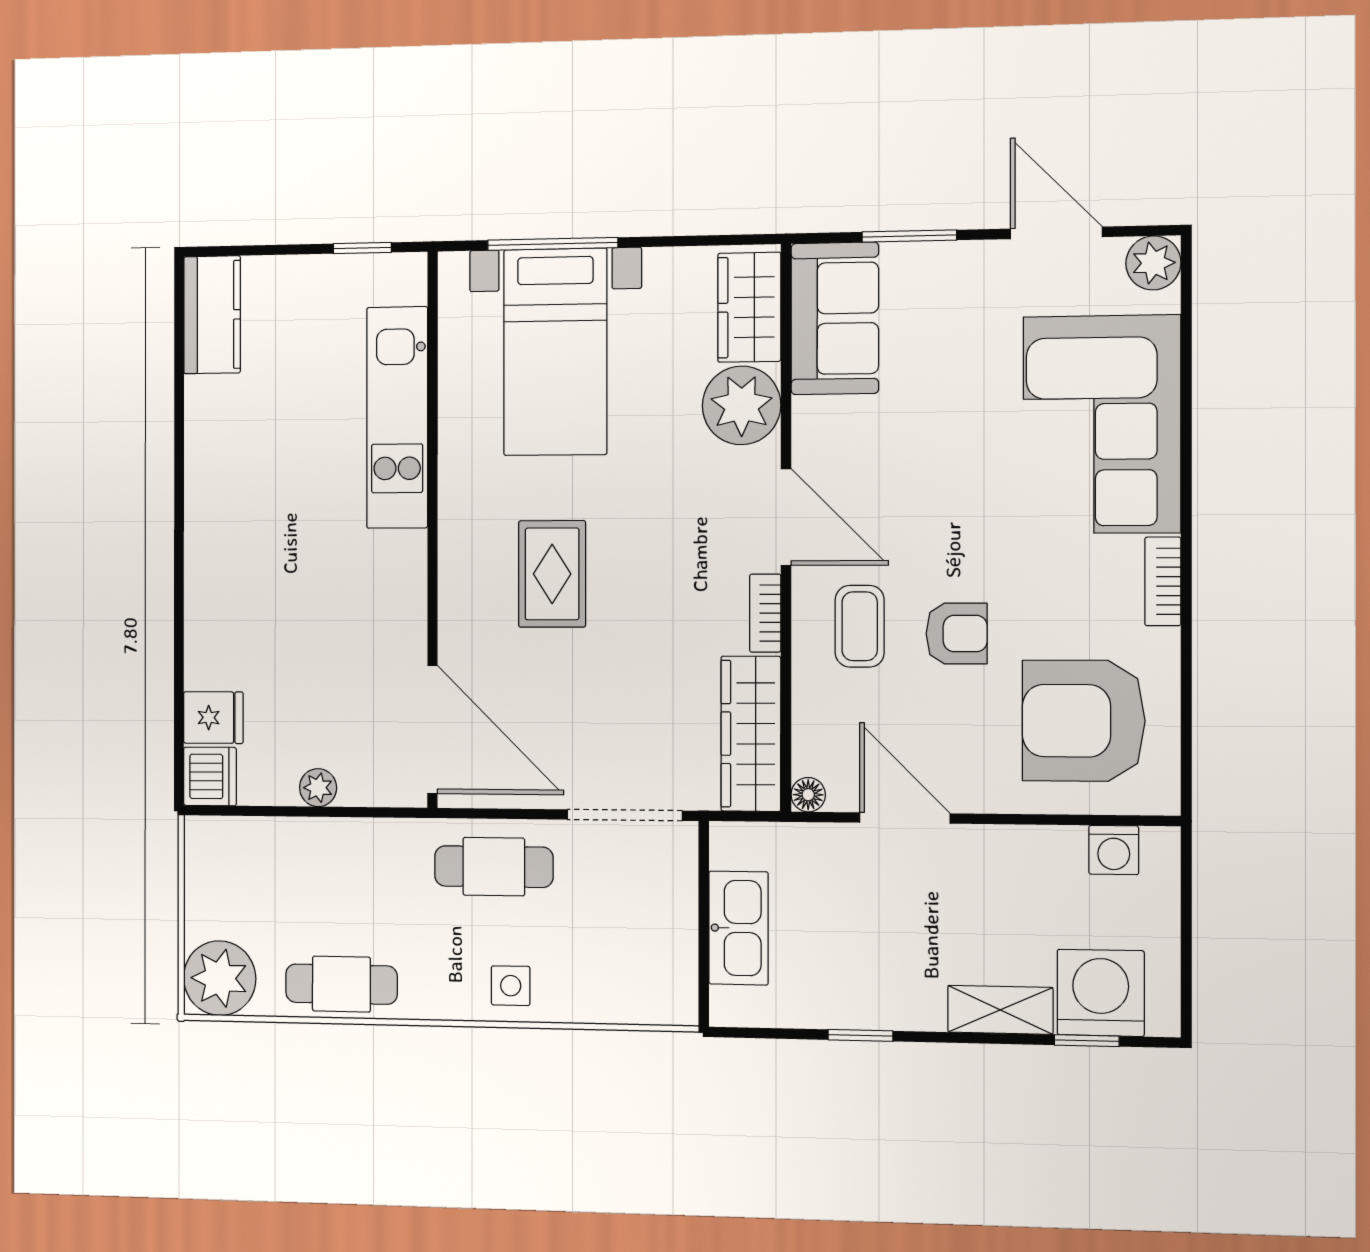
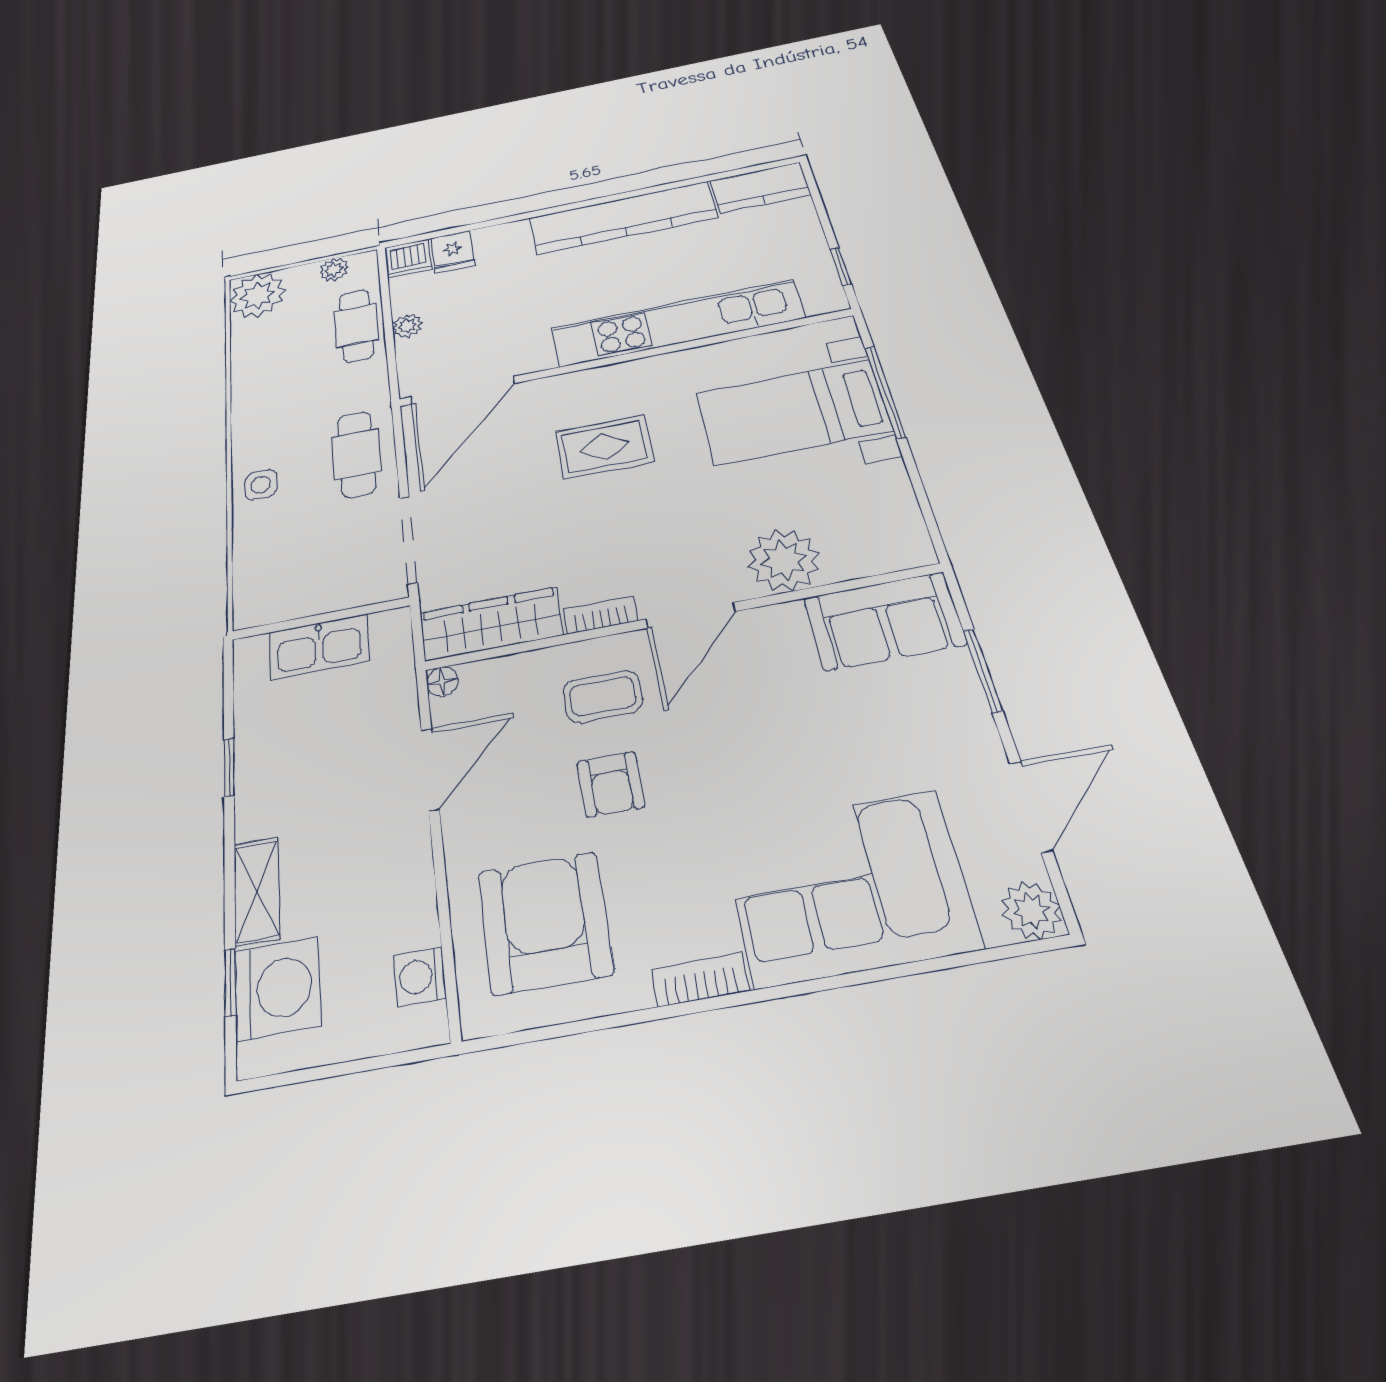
wardrobe: (749, 307) -> (874, 549), removed
kitchen unit: (397, 417) -> (677, 323), width x1.36
kitchen counter: (215, 494) -> (623, 218), added
plant: (203, 875) -> (334, 270), added
cafe table: (341, 984) -> (356, 326), moved

